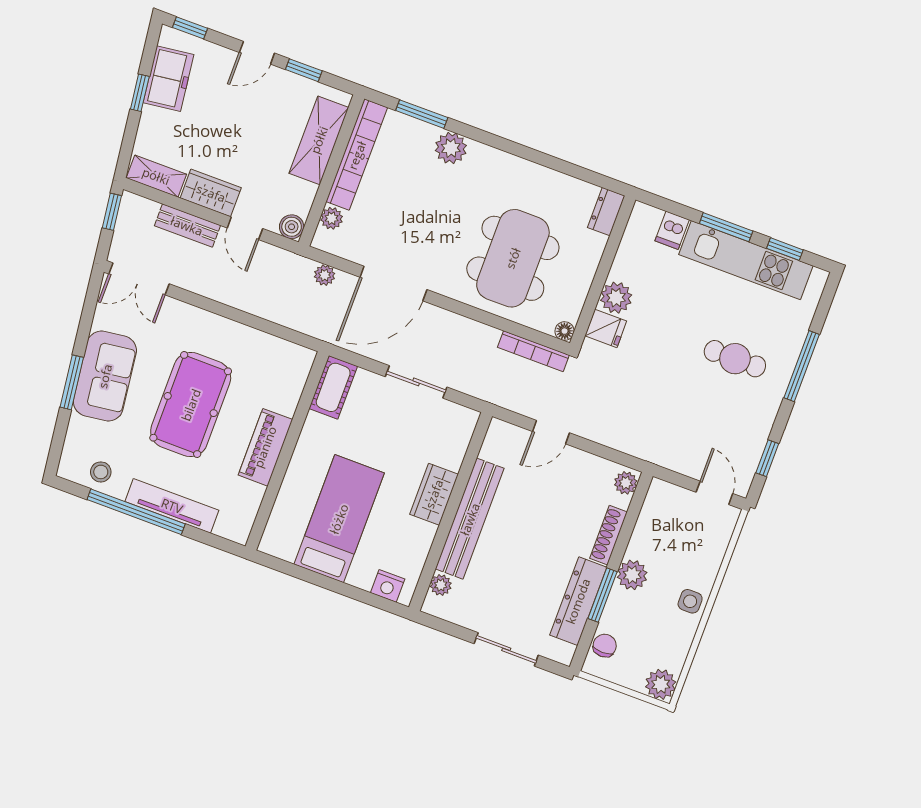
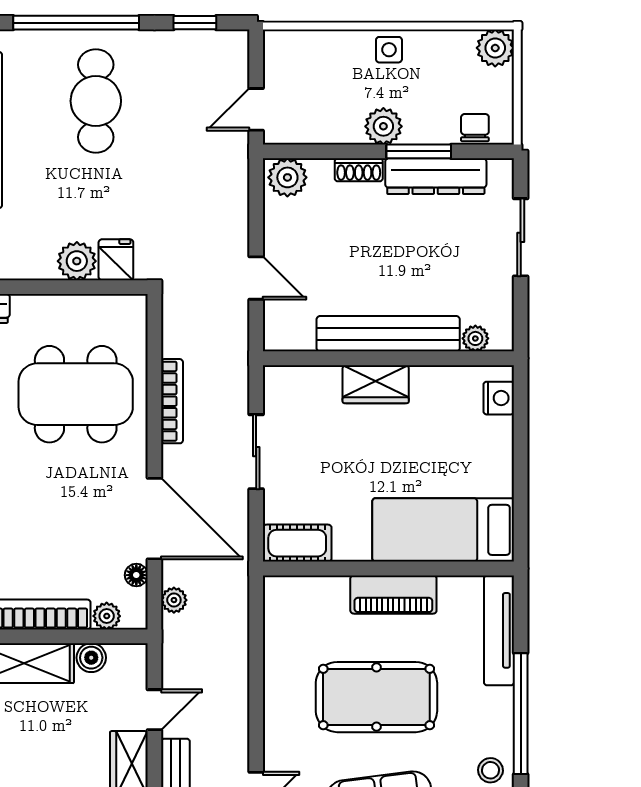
boiler: (292, 227) -> (91, 658), moved
floor lamp: (565, 331) -> (136, 575), moved
bookcase: (533, 351) -> (172, 401), moved
cafe table: (735, 359) -> (96, 101), width x1.37, depth x1.35
window: (802, 366) -> (76, 23), width x1.46
plant: (626, 483) -> (287, 177), width x1.38, depth x1.38
door: (714, 493) -> (256, 109), moved
tv unit: (172, 506) -> (499, 630), moved
bed: (339, 519) -> (443, 530), moved
shoe rack: (608, 535) -> (359, 170), width x0.70
chair: (605, 646) -> (475, 128), turned 90

